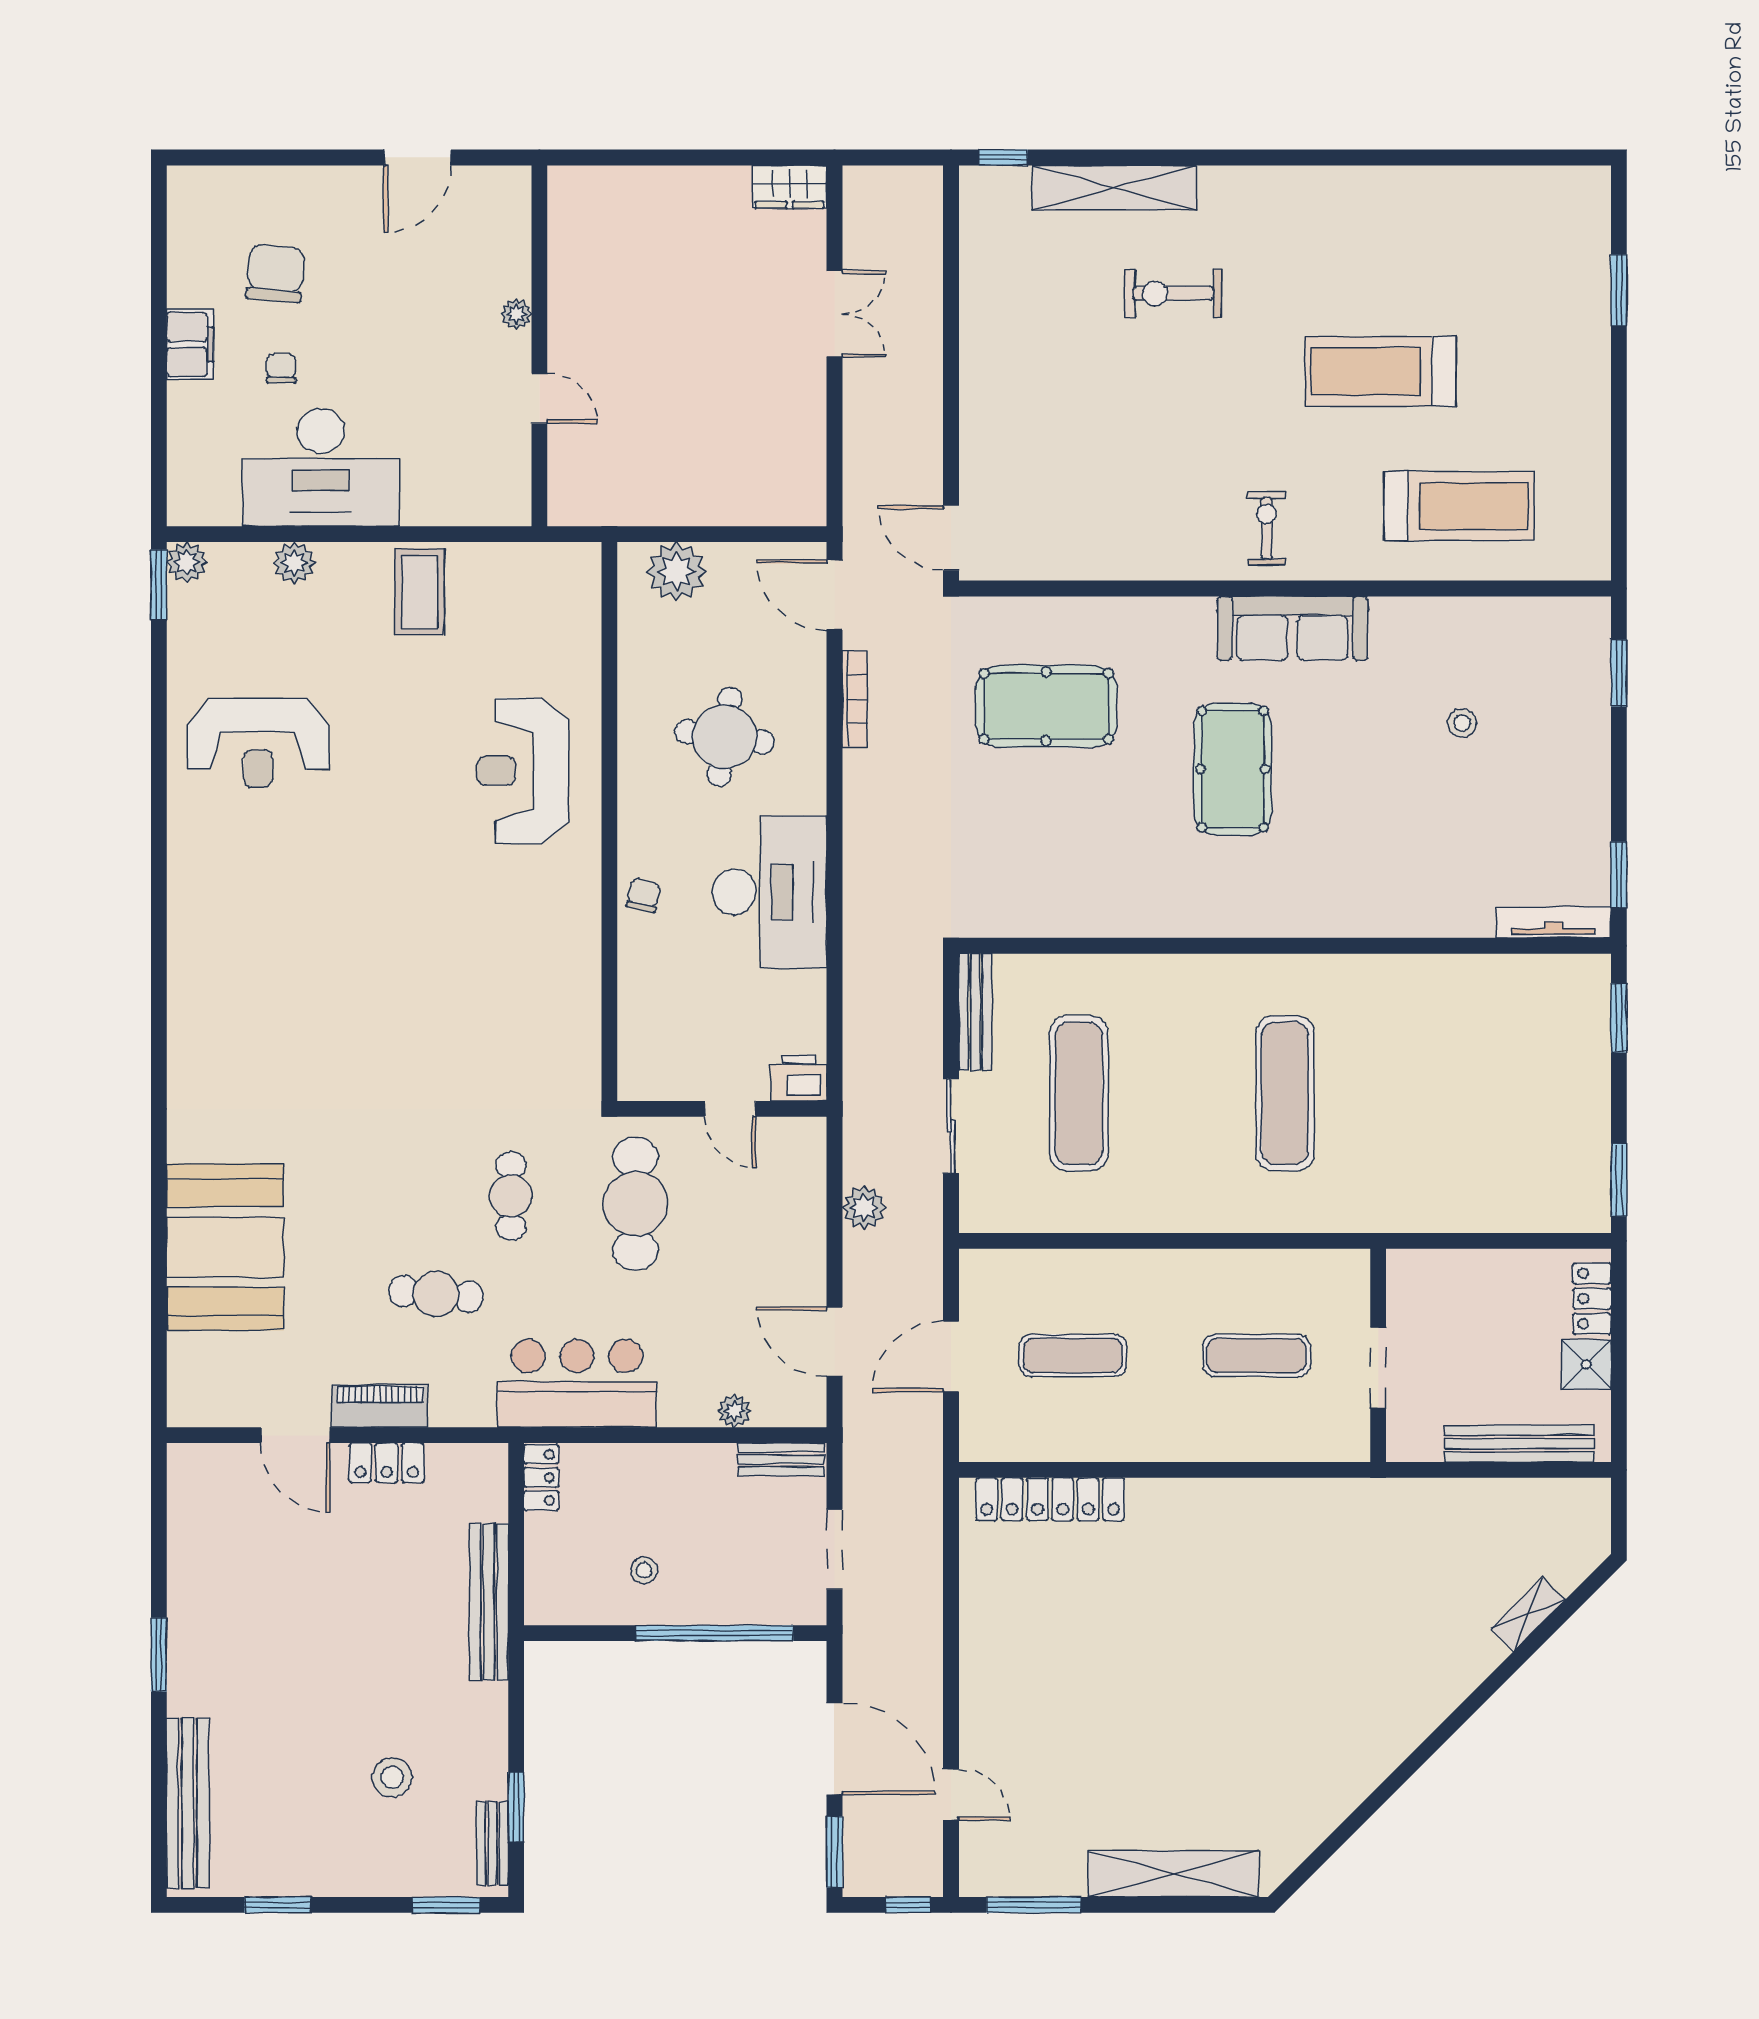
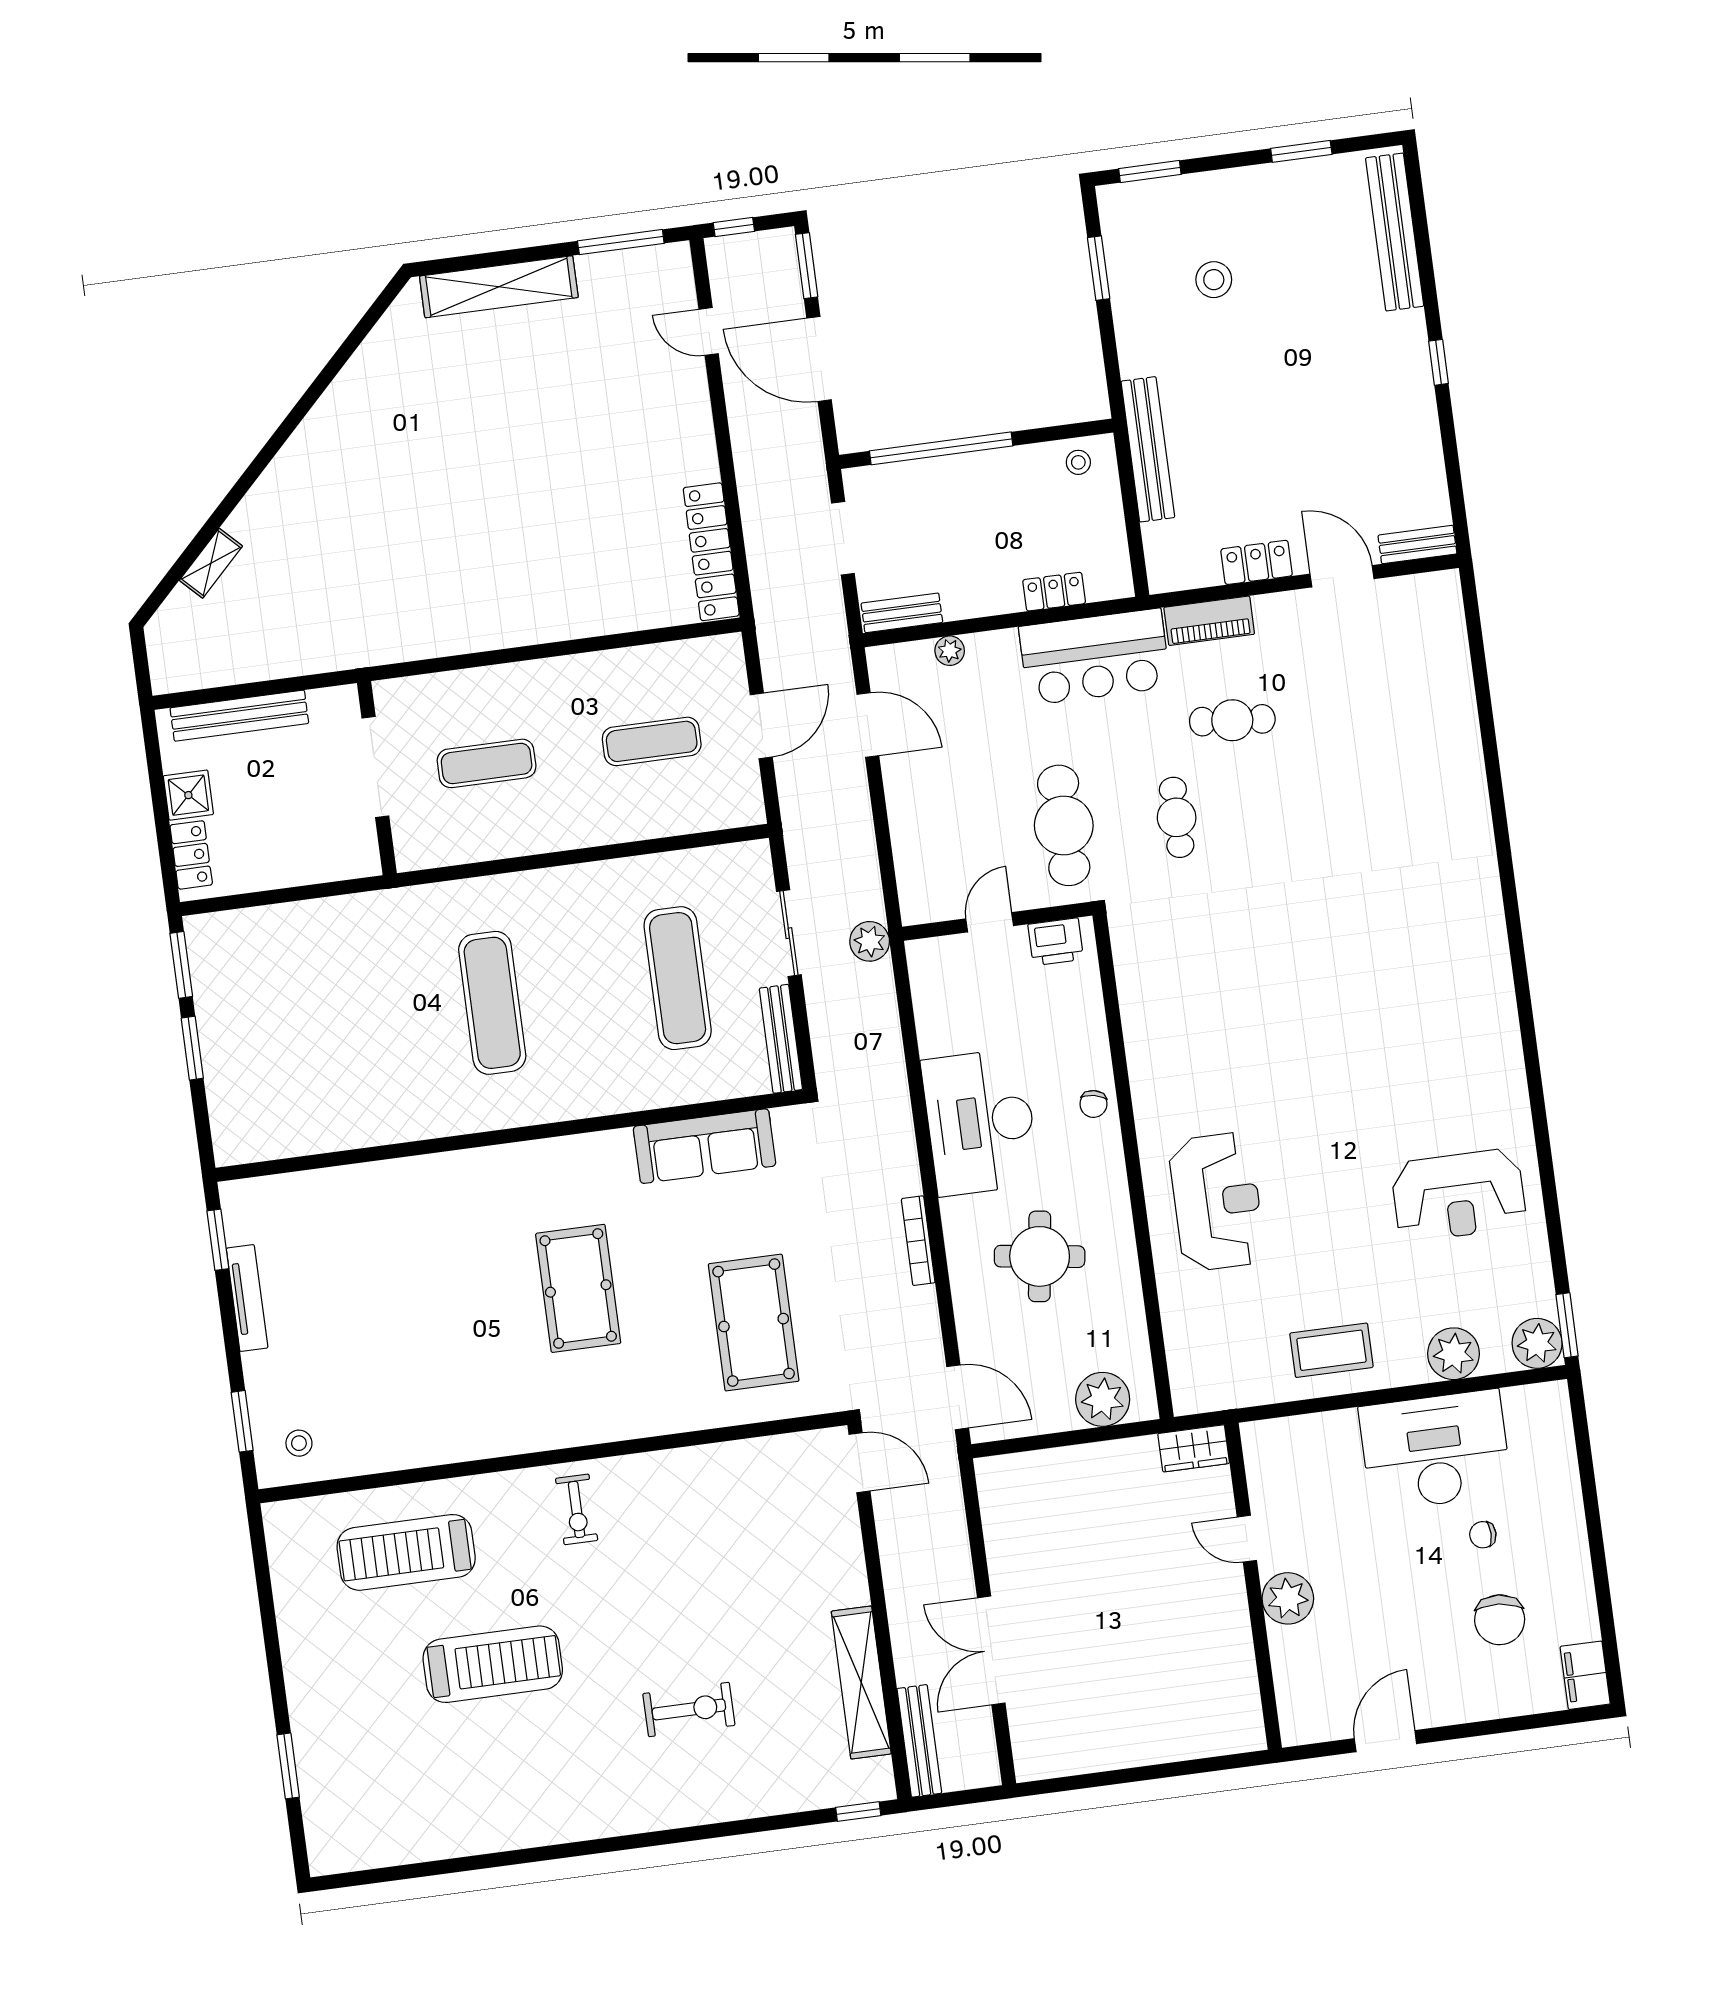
wardrobe: (790, 187) -> (1194, 1448), moved, turned 180
shelving: (1114, 188) -> (861, 1683), moved, turned 90
bench: (926, 226) -> (919, 1741), added
plant: (517, 314) -> (1288, 1598), width x1.88, depth x1.88
double door: (834, 314) -> (991, 1650), width x1.37
filing cabinet: (190, 344) -> (1585, 1675), moved
chair: (281, 369) -> (1483, 1535), turned 90
plant: (187, 562) -> (1537, 1343), width x1.36, depth x1.36
plant: (294, 563) -> (1454, 1354), width x1.36, depth x1.36
coffee table: (420, 592) -> (1331, 1350), turned 90
sofa: (1292, 628) -> (705, 1146), moved, turned 180
bookcase: (855, 699) -> (918, 1241), moved
pool table: (1046, 706) -> (754, 1323), turned 90
stool: (1462, 723) -> (299, 1443), moved
reception desk: (258, 743) -> (1459, 1195), turned 180
tv unit: (1554, 922) -> (247, 1298), moved, turned -90
window: (1619, 1018) -> (192, 1048), moved
printer: (799, 1078) -> (1056, 942), moved
door: (730, 1109) -> (990, 922), hinge flipped
plant: (864, 1208) -> (870, 941), moved
booth: (225, 1247) -> (1428, 737), removed
doorway: (1378, 1368) -> (375, 767), width x1.36
piano: (380, 1406) -> (1209, 621), moved
locker: (541, 1477) -> (1054, 592), moved, turned 90
locker: (1050, 1499) -> (711, 552), moved, turned -90
stool: (644, 1570) -> (1078, 462), moved
window: (159, 1655) -> (1439, 362), width x0.67
bench: (492, 1843) -> (1417, 545), moved, turned 90

